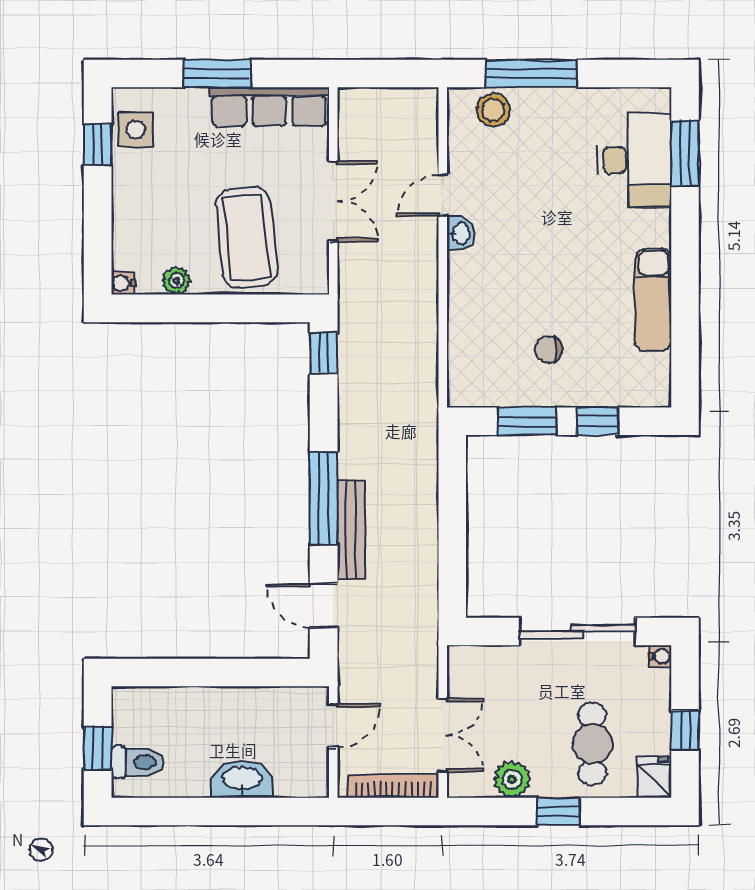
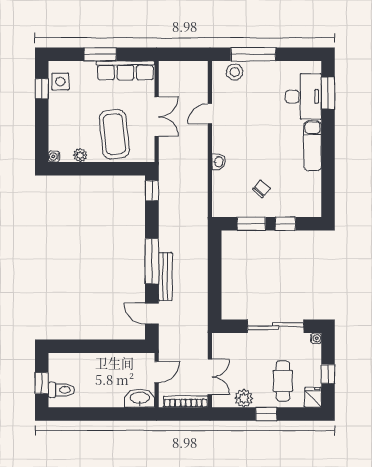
washbasin: (460, 234) -> (218, 162), moved
exam couch: (653, 300) -> (313, 146), moved
chair: (548, 350) -> (261, 189), turned 131
washbasin: (242, 779) -> (140, 398), moved

